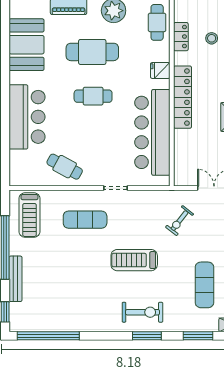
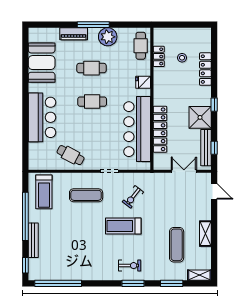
cafe table: (92, 52) -> (92, 68), width x0.73, depth x0.74
locker: (183, 97) -> (160, 129), moved
exercise bike: (180, 221) -> (133, 197), moved
exercise bike: (143, 312) -> (130, 266), width x0.73, depth x0.72

